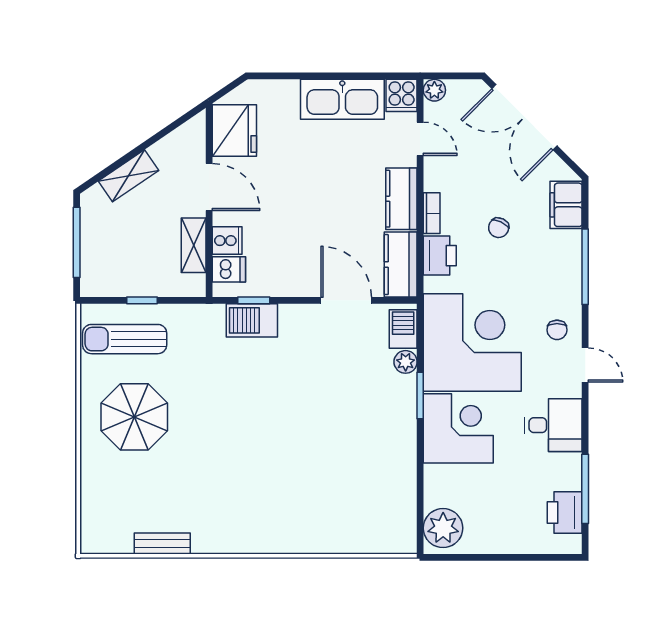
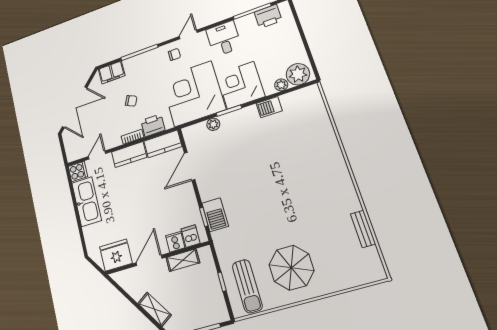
plant: (434, 90) -> (281, 85), moved
barbecue: (403, 329) -> (269, 107), moved

